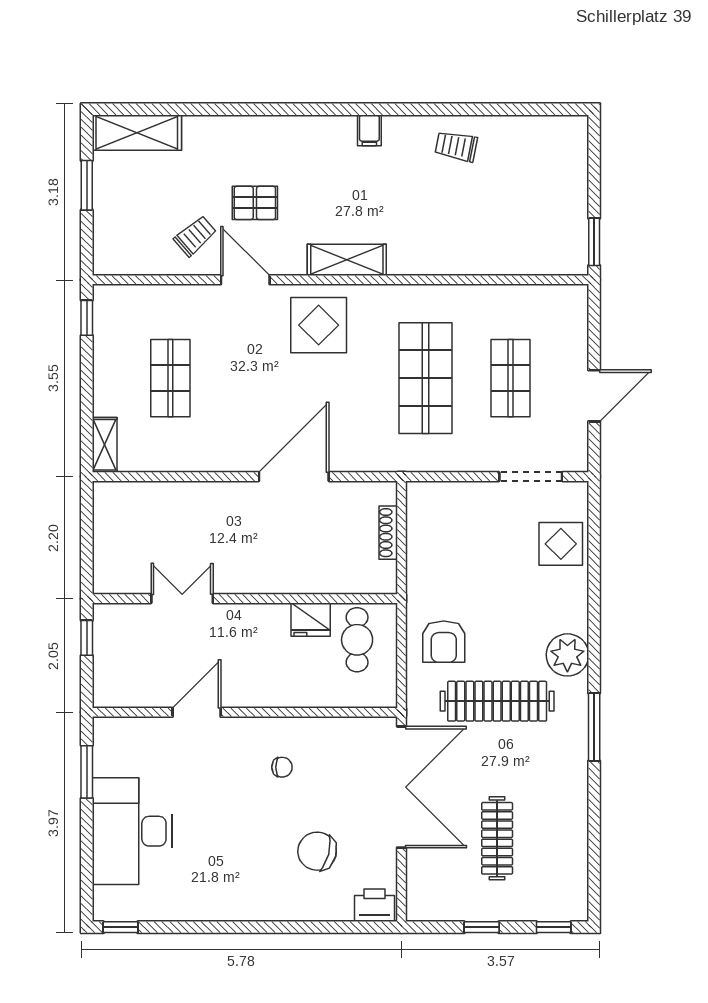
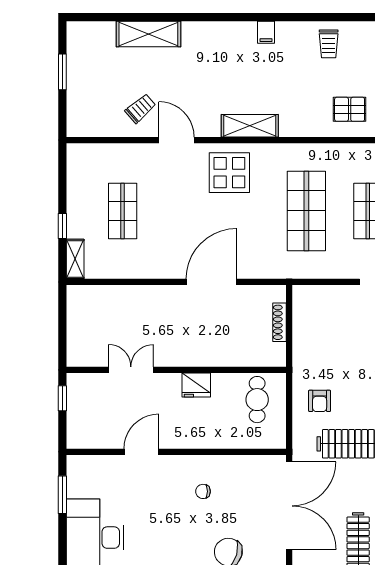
shelving: (137, 133) -> (148, 34), moved
trolley: (456, 146) -> (329, 44), turned -101
pallet: (255, 203) -> (350, 109), moved
window: (87, 318) -> (62, 226), moved
fridge: (311, 620) -> (196, 385), moved
armchair: (444, 642) -> (320, 401), width x0.72, depth x0.72
chair: (282, 767) -> (203, 491), turned 180

